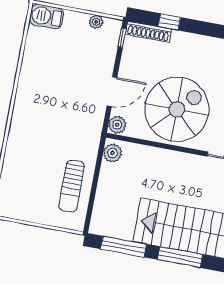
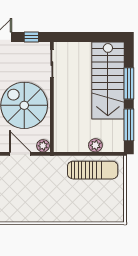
plant: (113, 153) -> (95, 145), moved
sun lounger: (72, 186) -> (93, 170), width x1.36, depth x1.34

